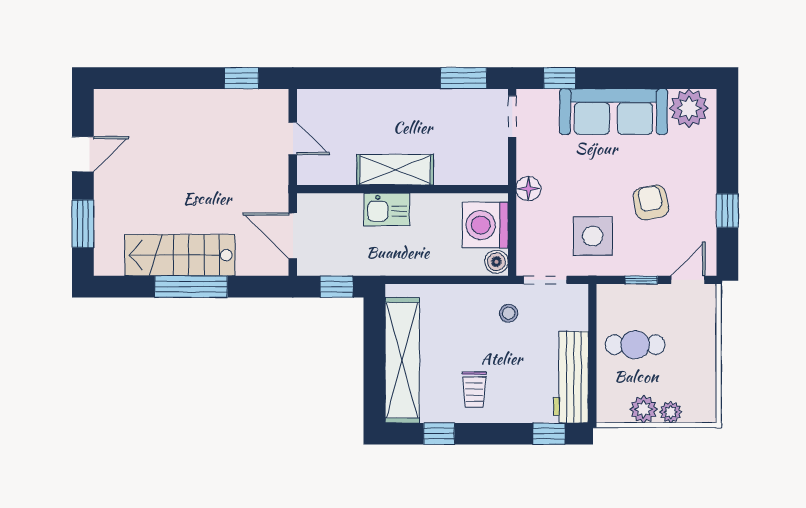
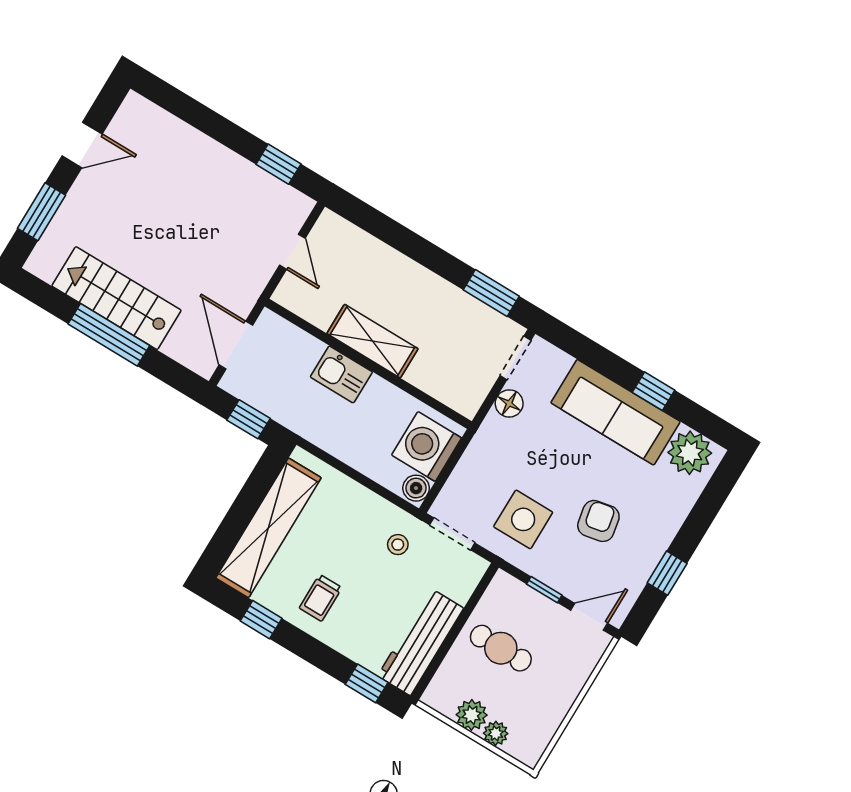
window: (560, 78) -> (653, 391), moved
floor lamp: (528, 189) -> (509, 403), moved

